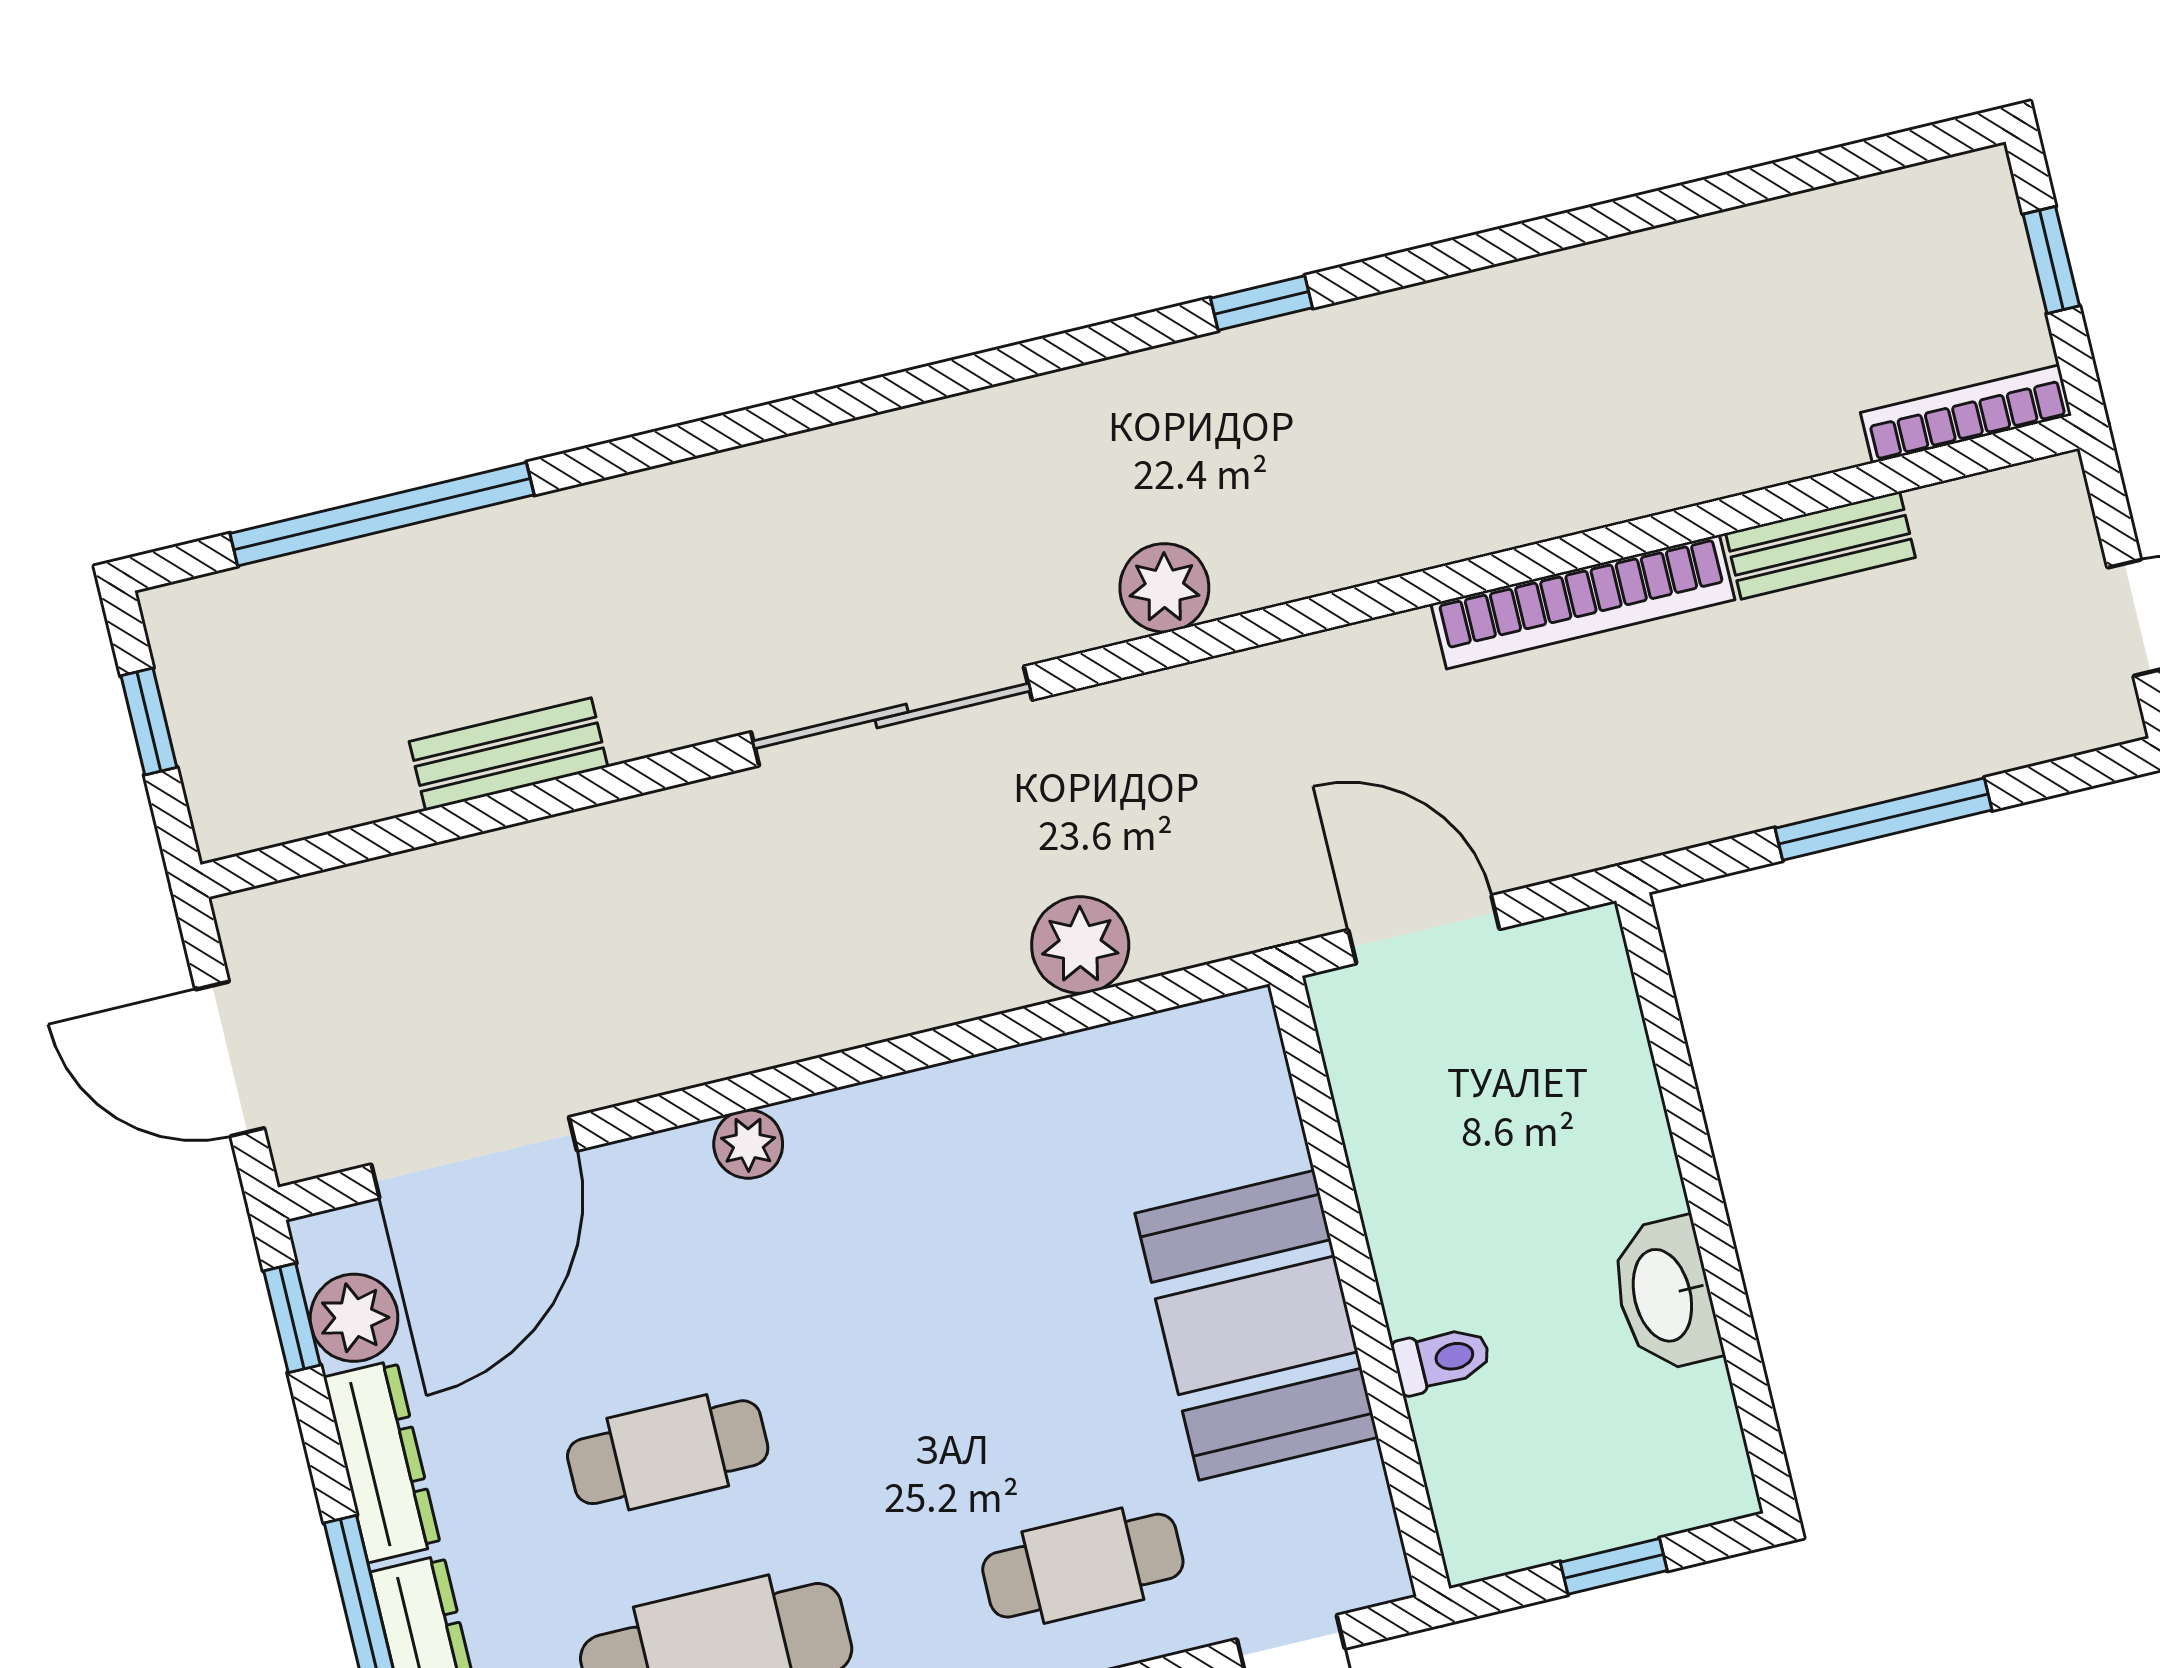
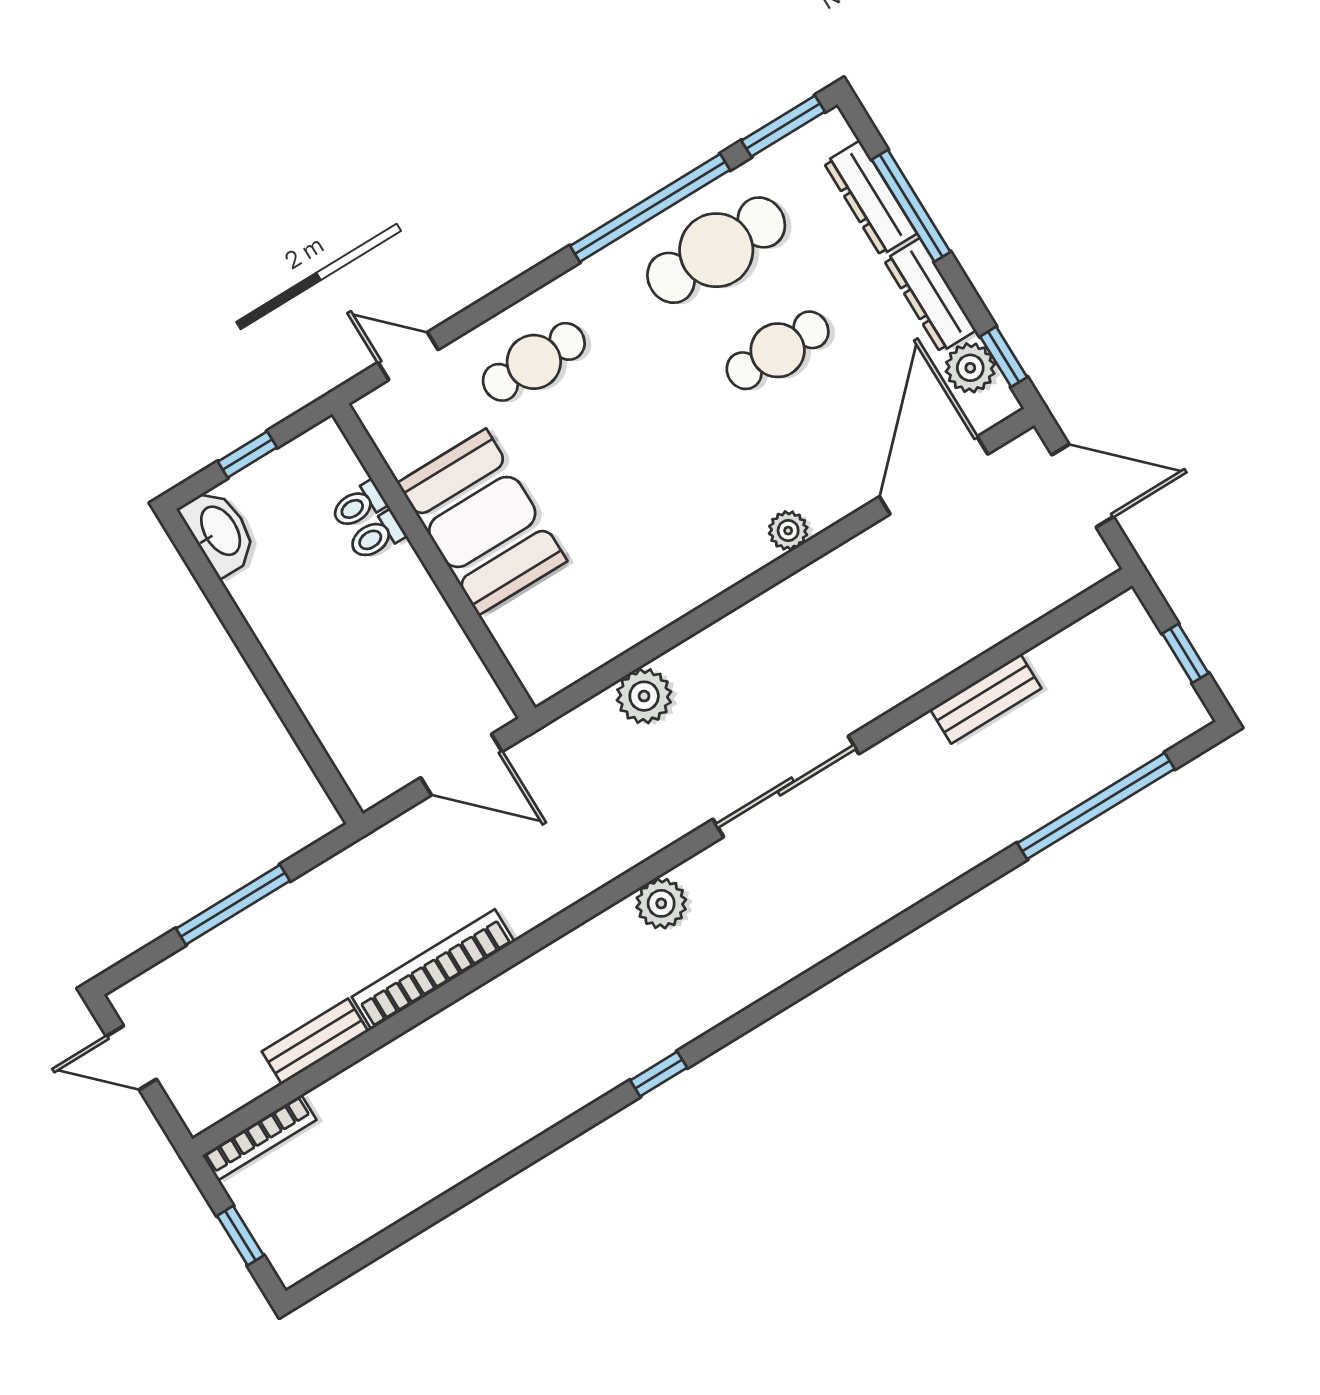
washbasin: (1665, 1295) -> (219, 531), moved
toilet: (1455, 1421) -> (358, 505), added

